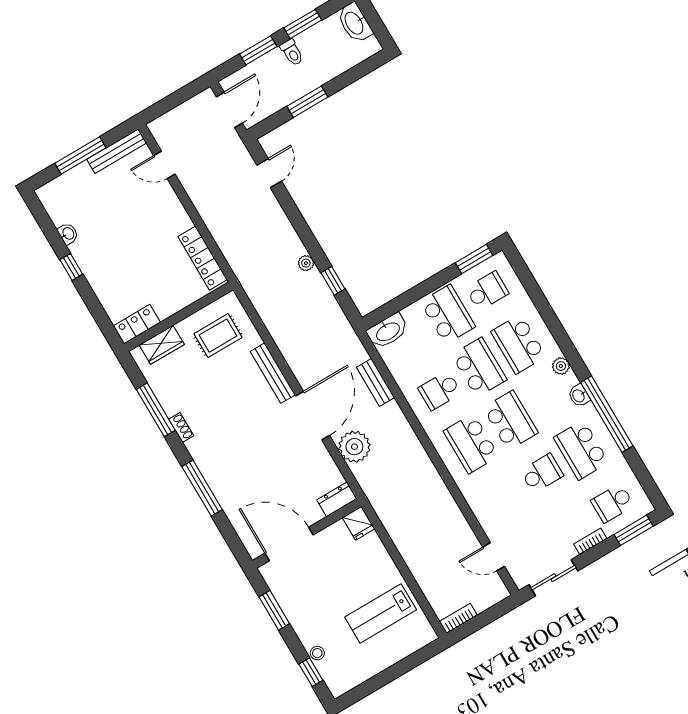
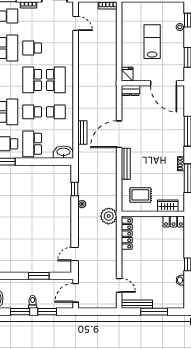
school desk: (479, 367) -> (32, 112), width x0.54
plant: (354, 447) -> (109, 216), moved
lab bench: (381, 613) -> (152, 42), moved, turned -90

